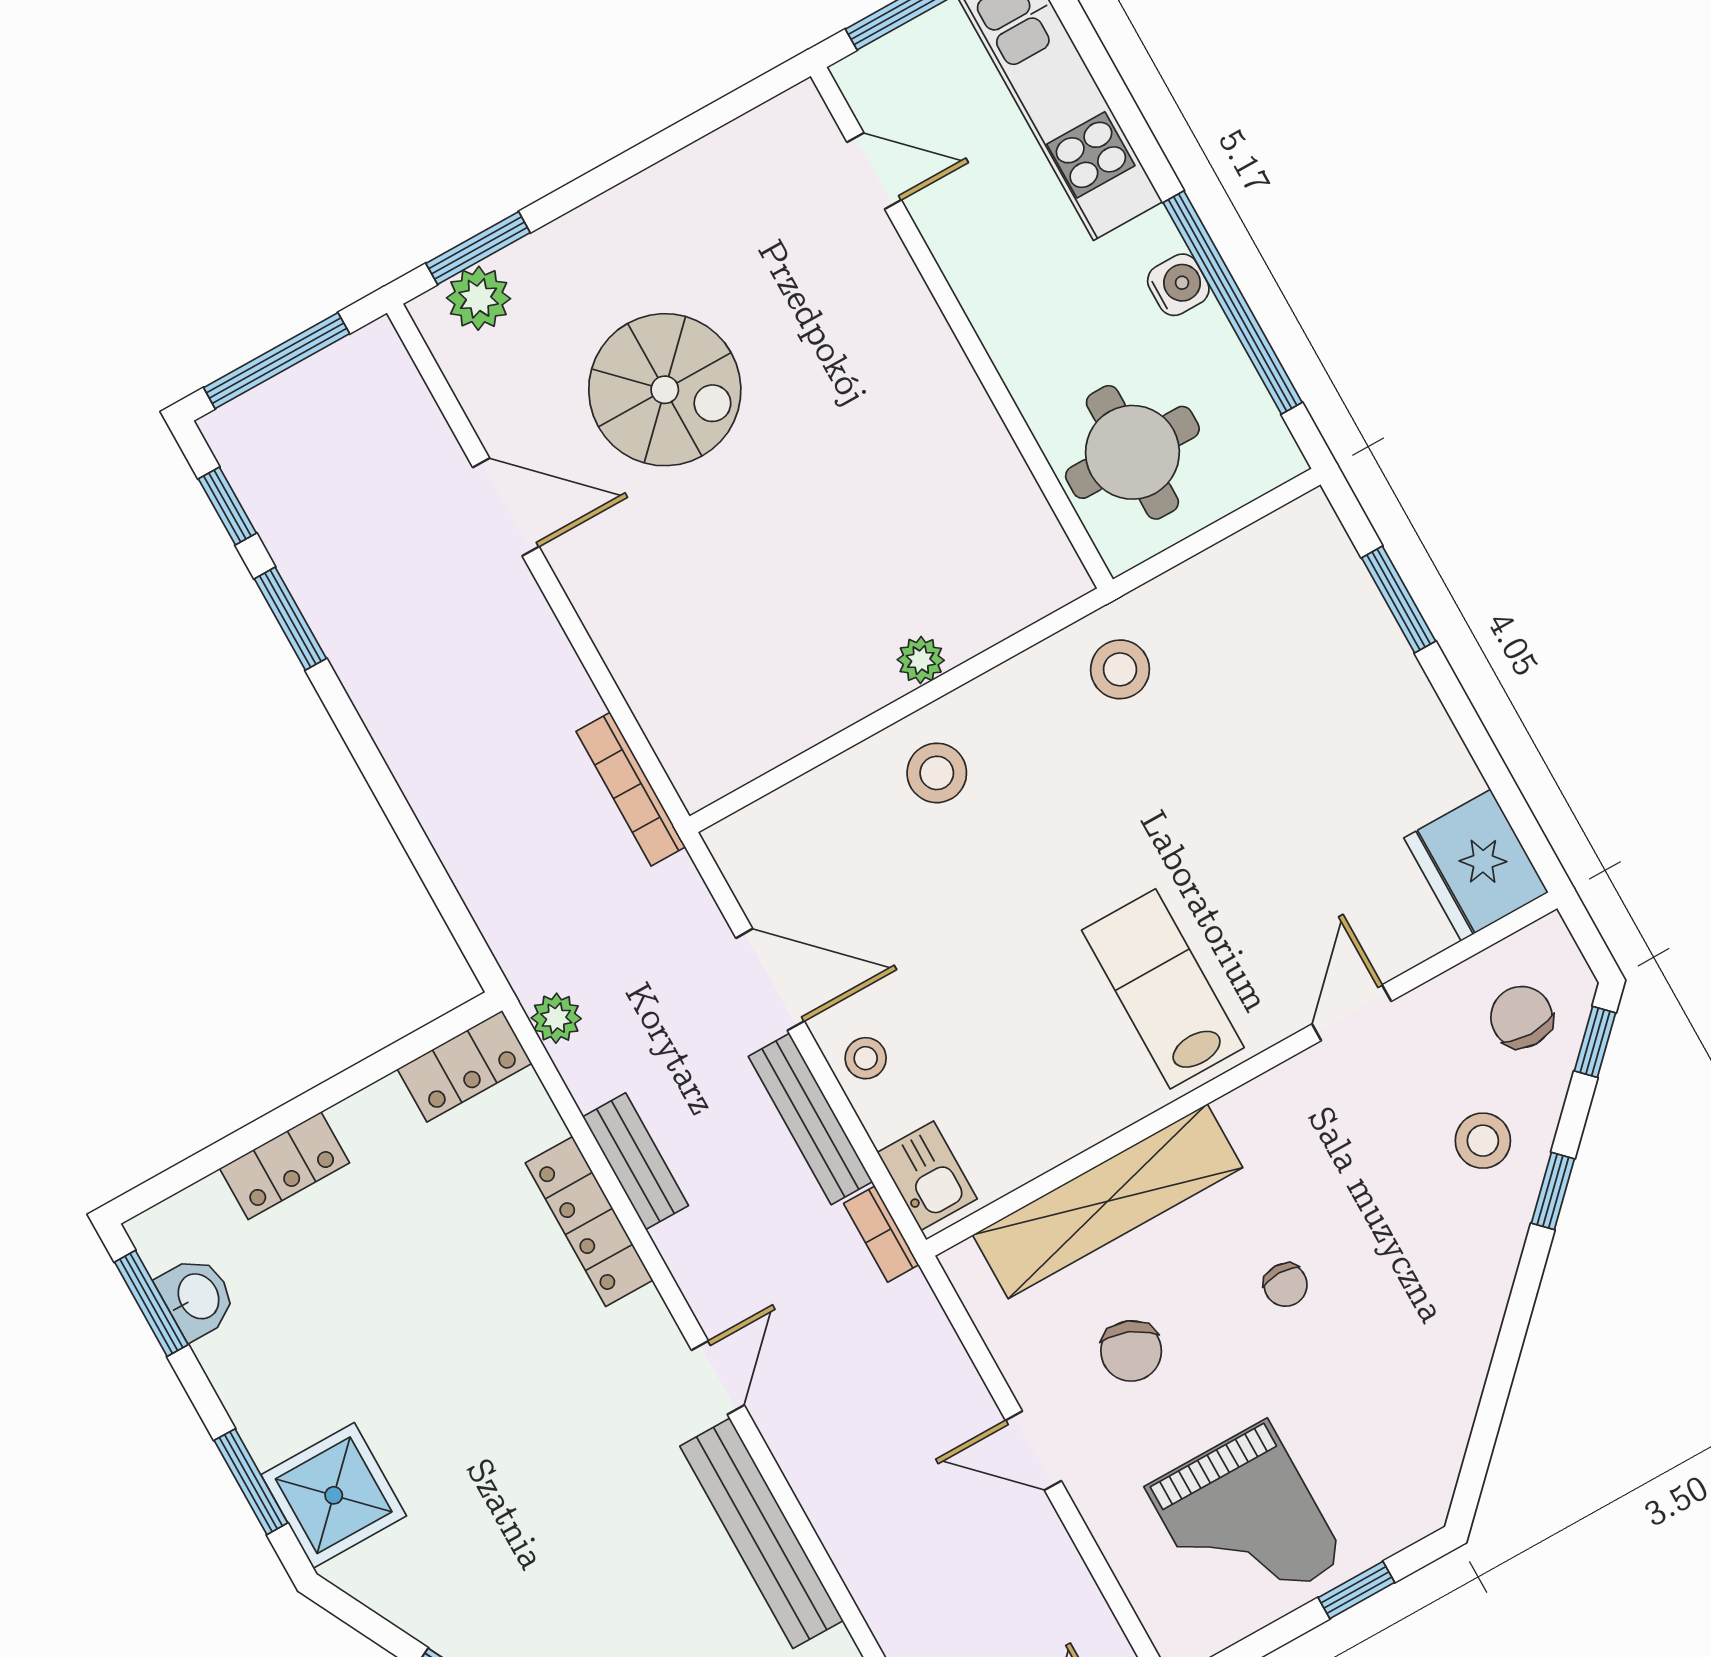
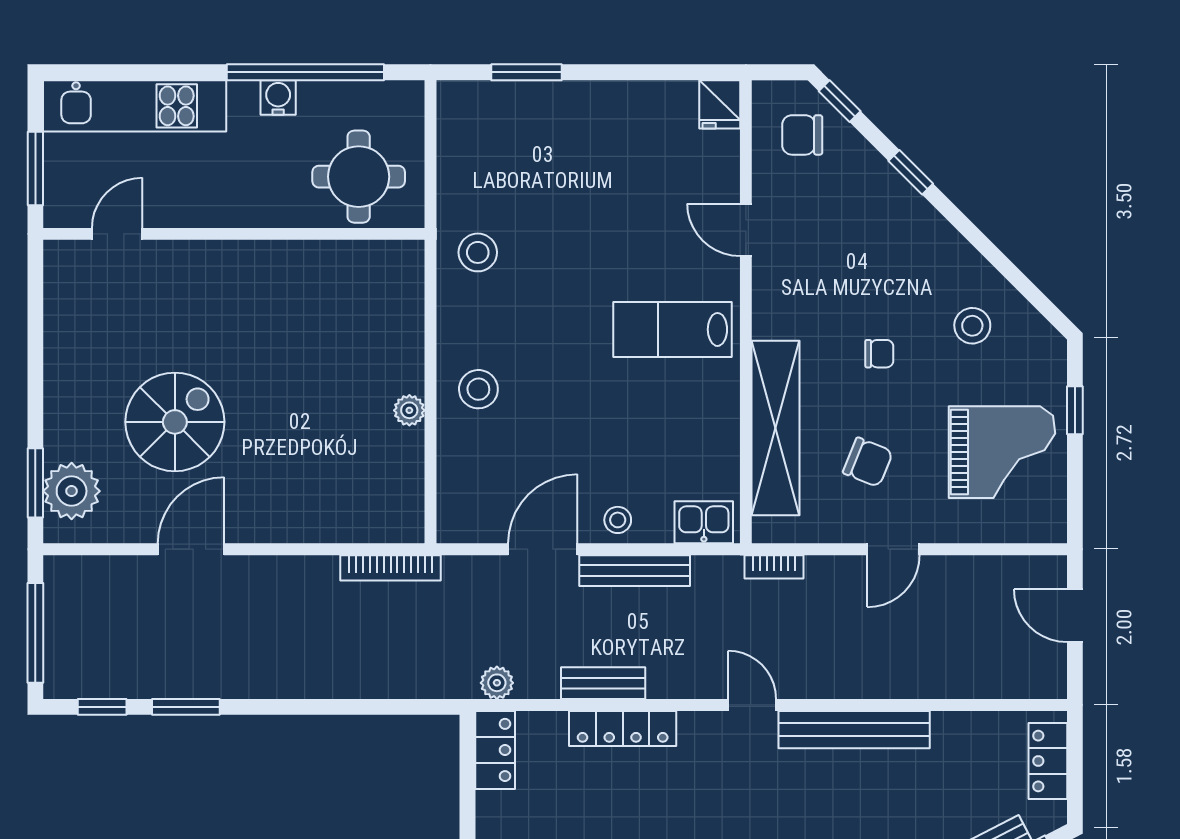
plant: (479, 298) -> (72, 491), width x1.36, depth x1.36
plant: (921, 660) -> (409, 410), moved
fridge: (1476, 865) -> (720, 104), width x0.53, depth x0.75
stool: (1483, 1141) -> (972, 326), moved
bookcase: (881, 1234) -> (774, 567), moved

